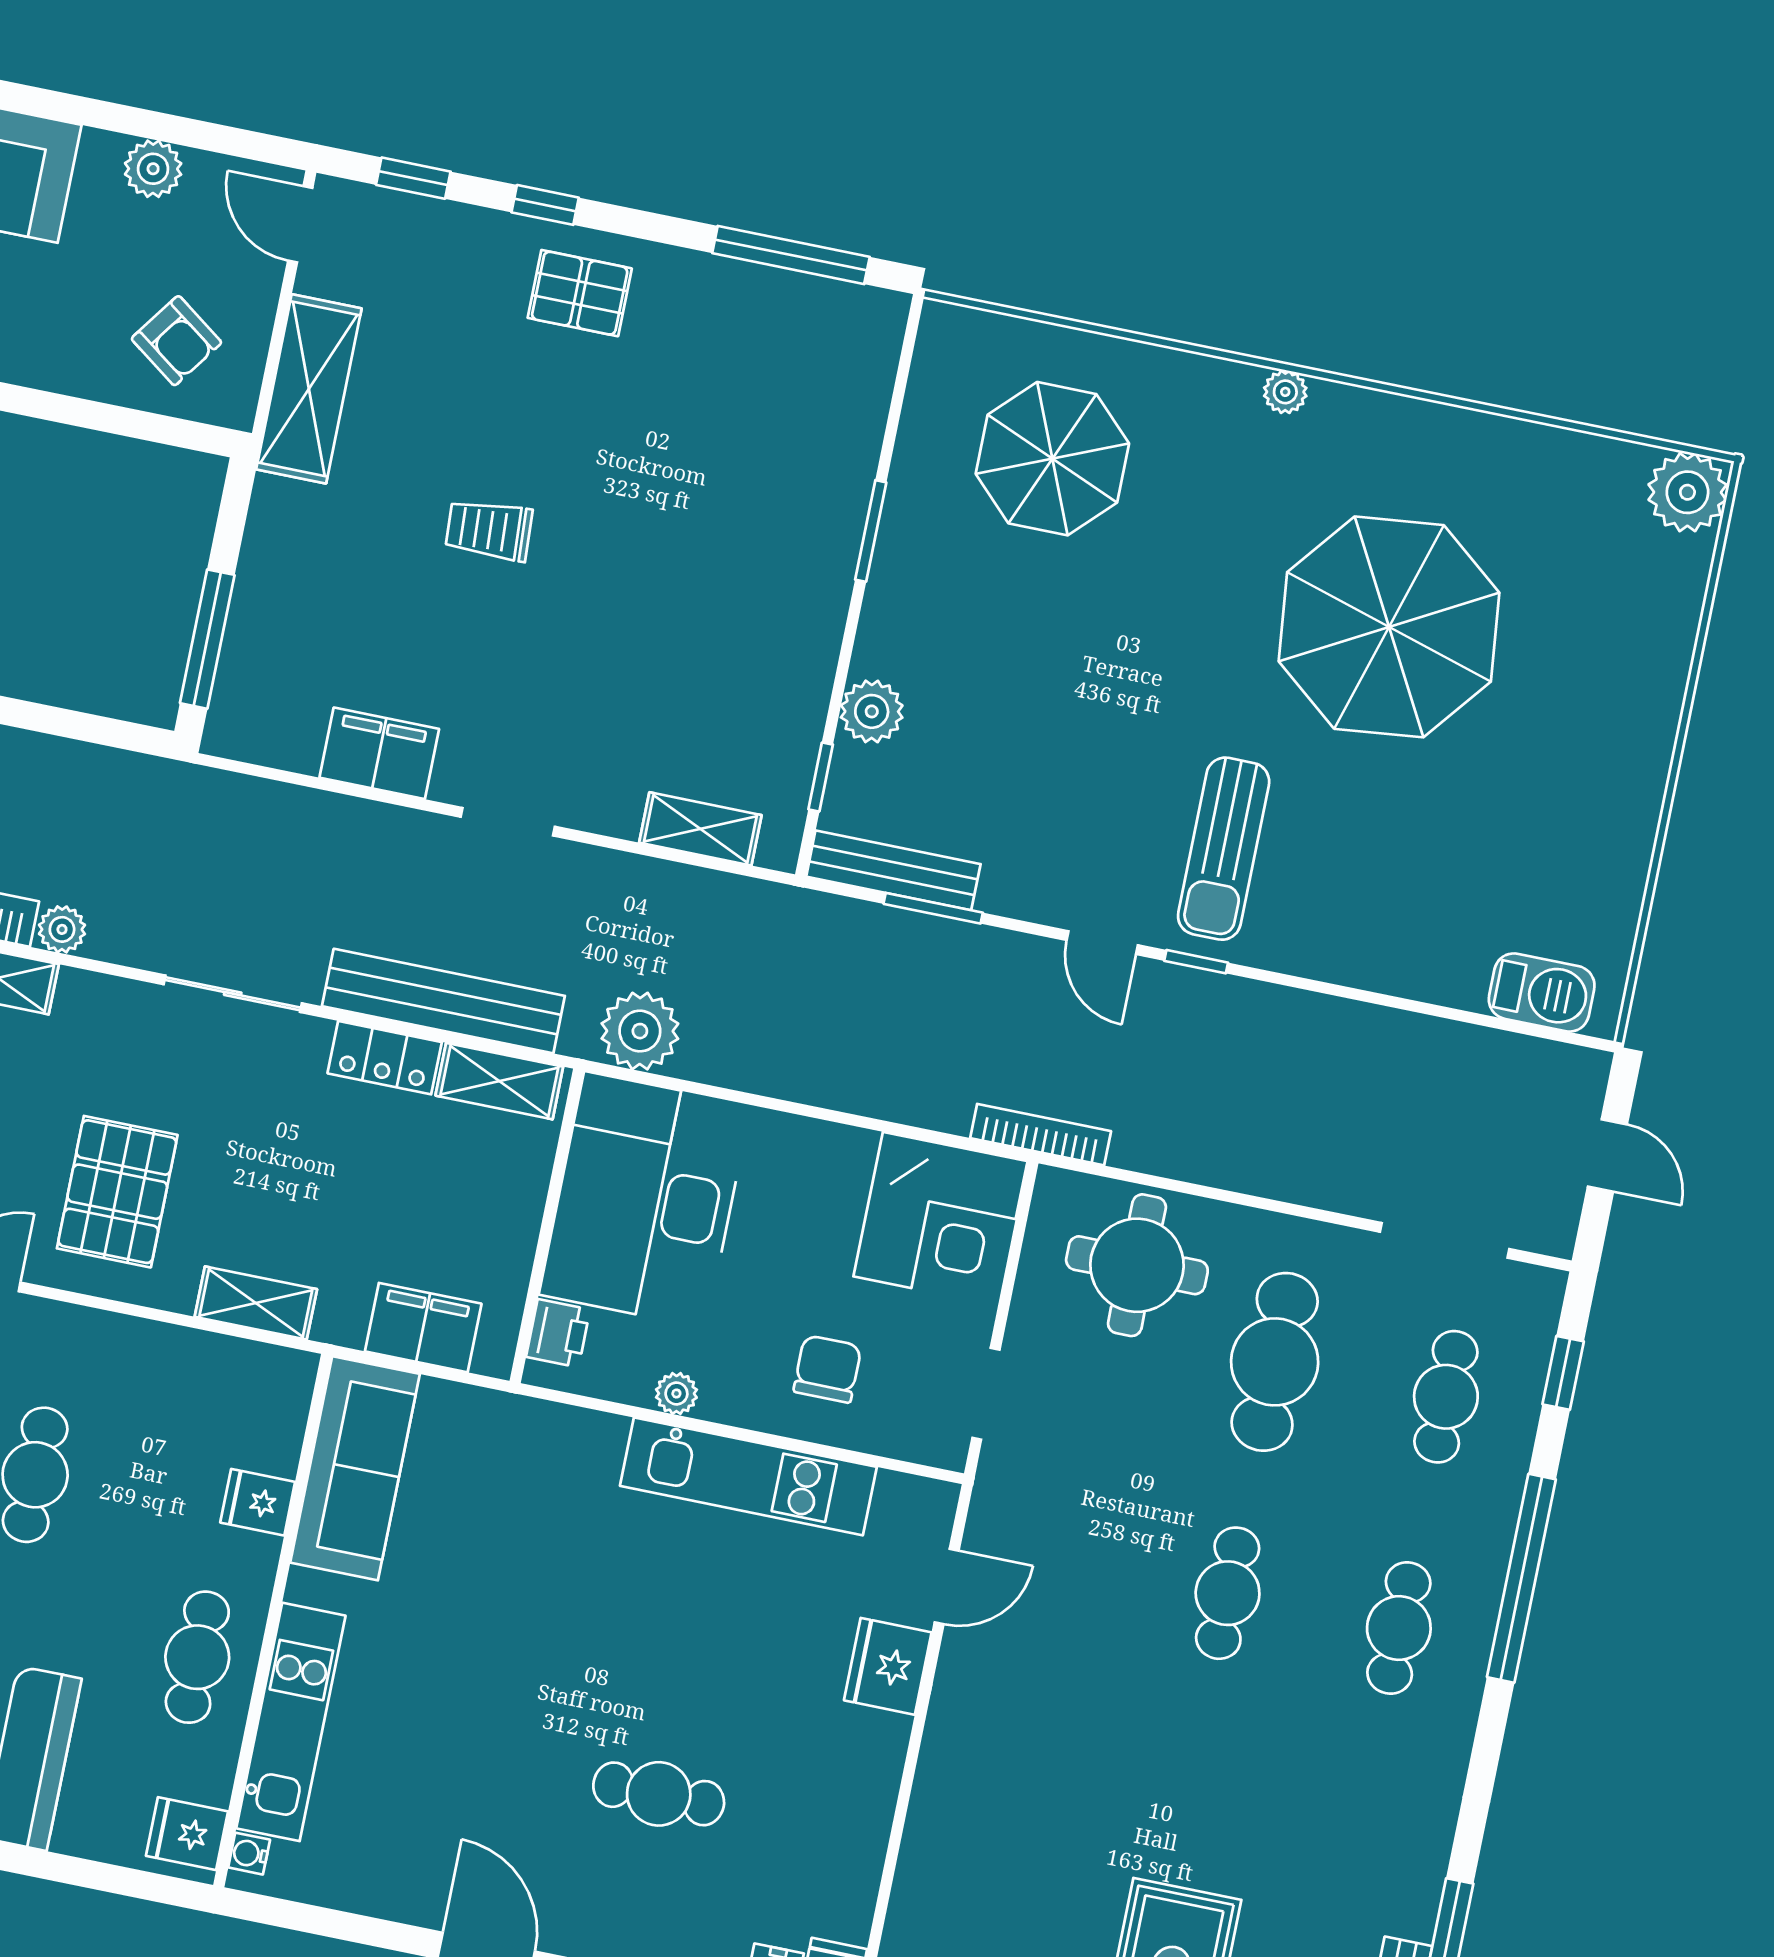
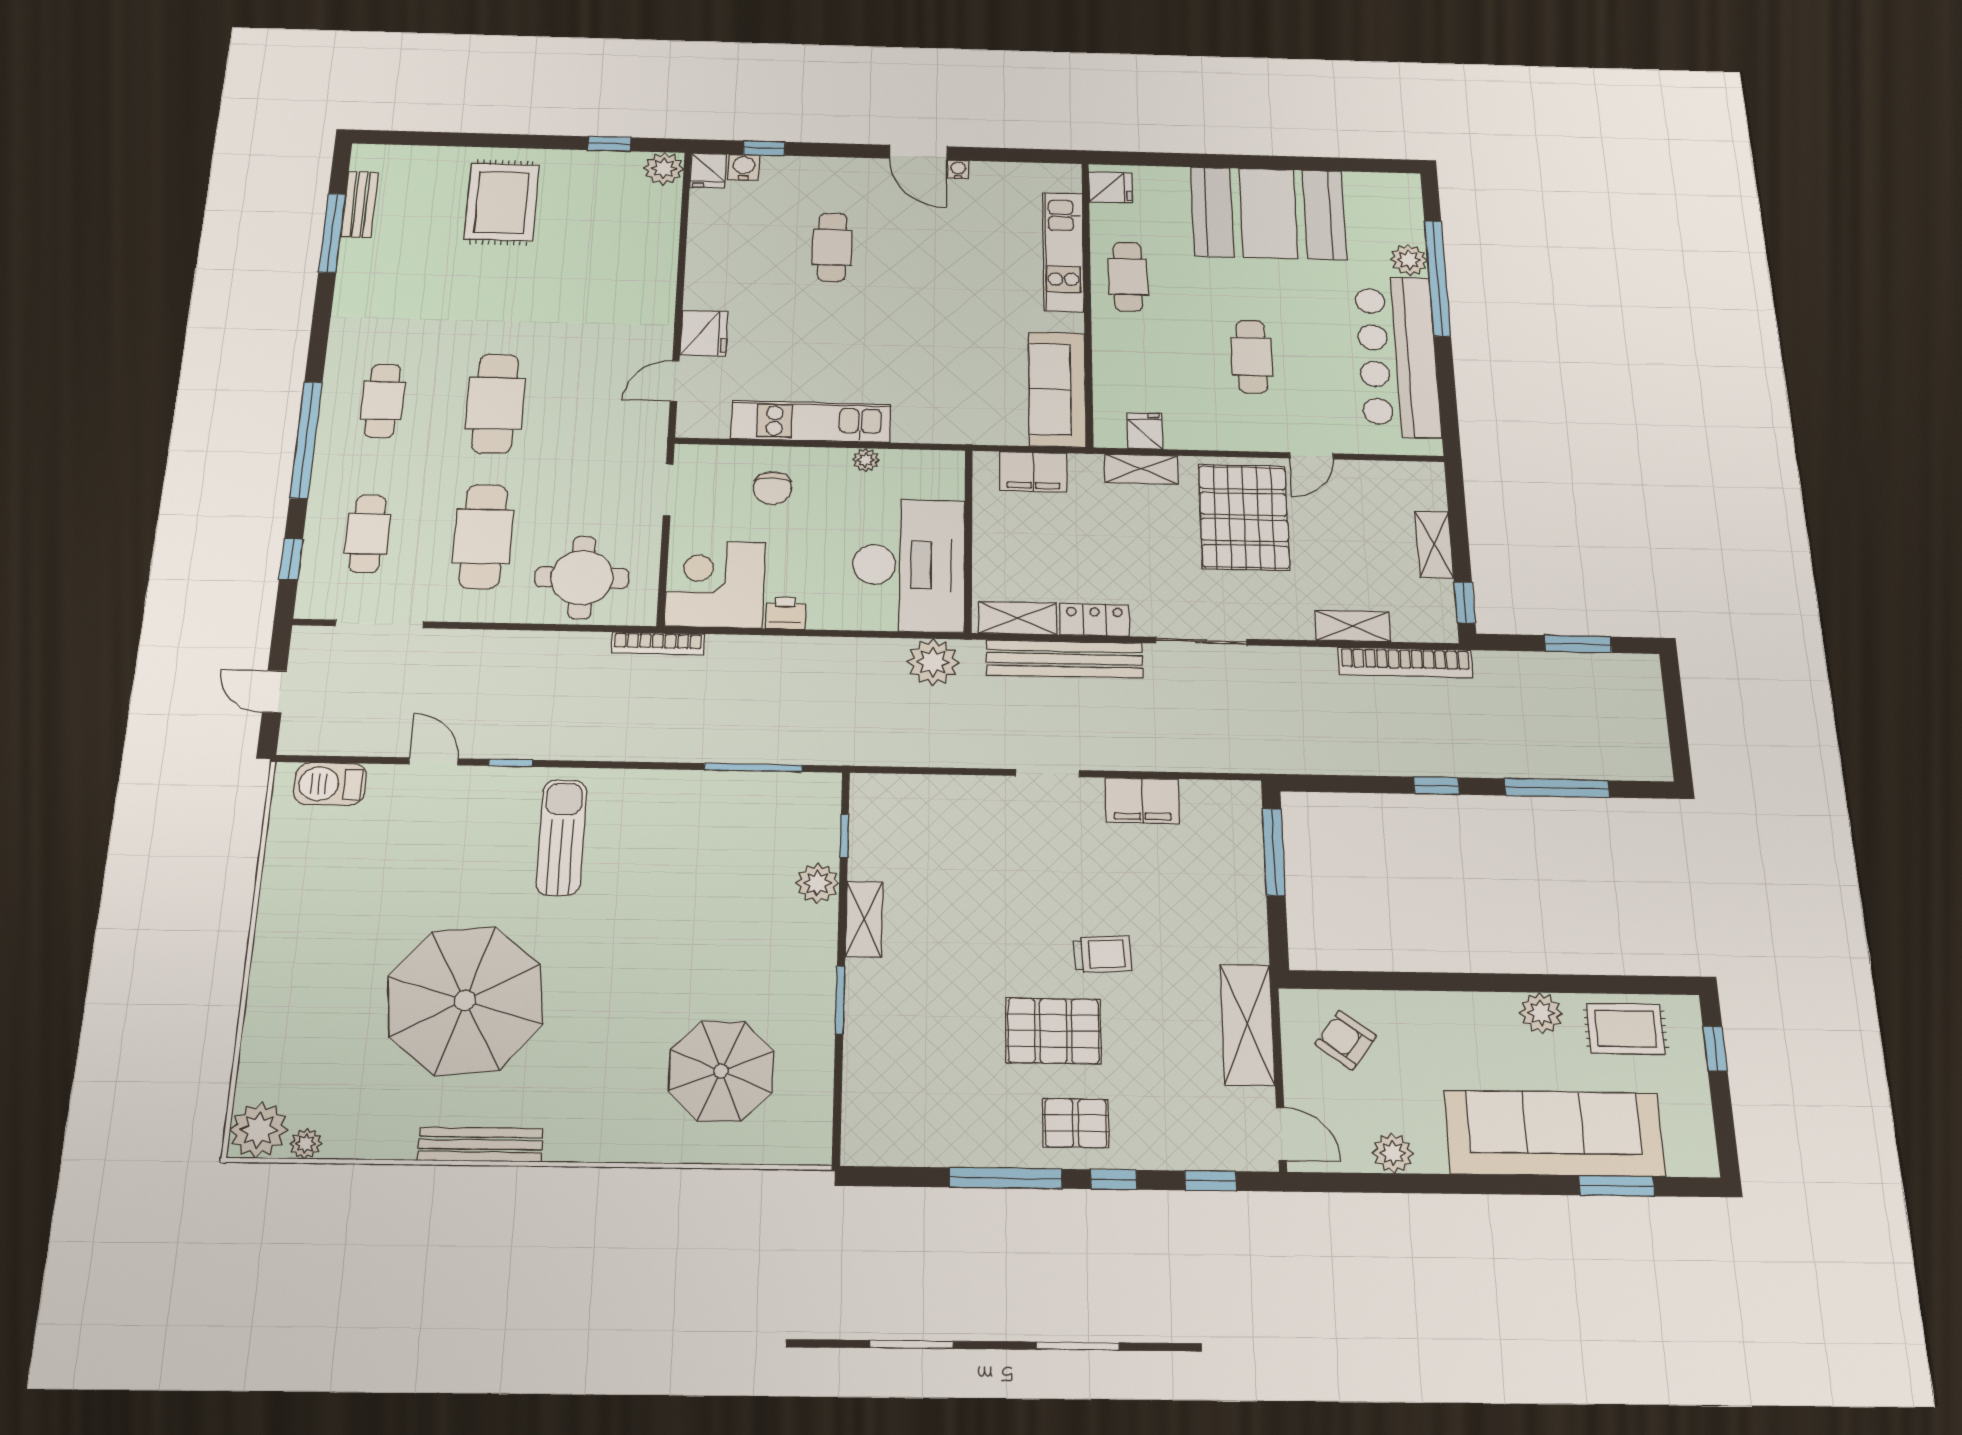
window: (791, 255) -> (1006, 1178), moved
plant: (1285, 392) -> (306, 1144), moved
pallet: (583, 430) -> (1053, 1031), added
shelving: (700, 829) -> (864, 919), moved, turned 90
bench: (893, 870) -> (480, 1145), moved
window: (933, 908) -> (753, 767), width x1.44
plant: (62, 929) -> (1320, 661), removed
door: (1102, 943) -> (434, 761), moved
window: (1196, 962) -> (510, 763), moved
pallet: (117, 1192) -> (1244, 517), width x1.37, depth x1.41
printer: (558, 1333) -> (785, 613), moved, turned 90
fridge: (258, 1502) -> (1145, 431), moved, turned -90
cafe table: (1228, 1593) -> (495, 404), width x1.37, depth x1.35
cafe table: (659, 1794) -> (832, 247), turned 90
water cooler: (249, 1854) -> (958, 169), moved, turned -90

